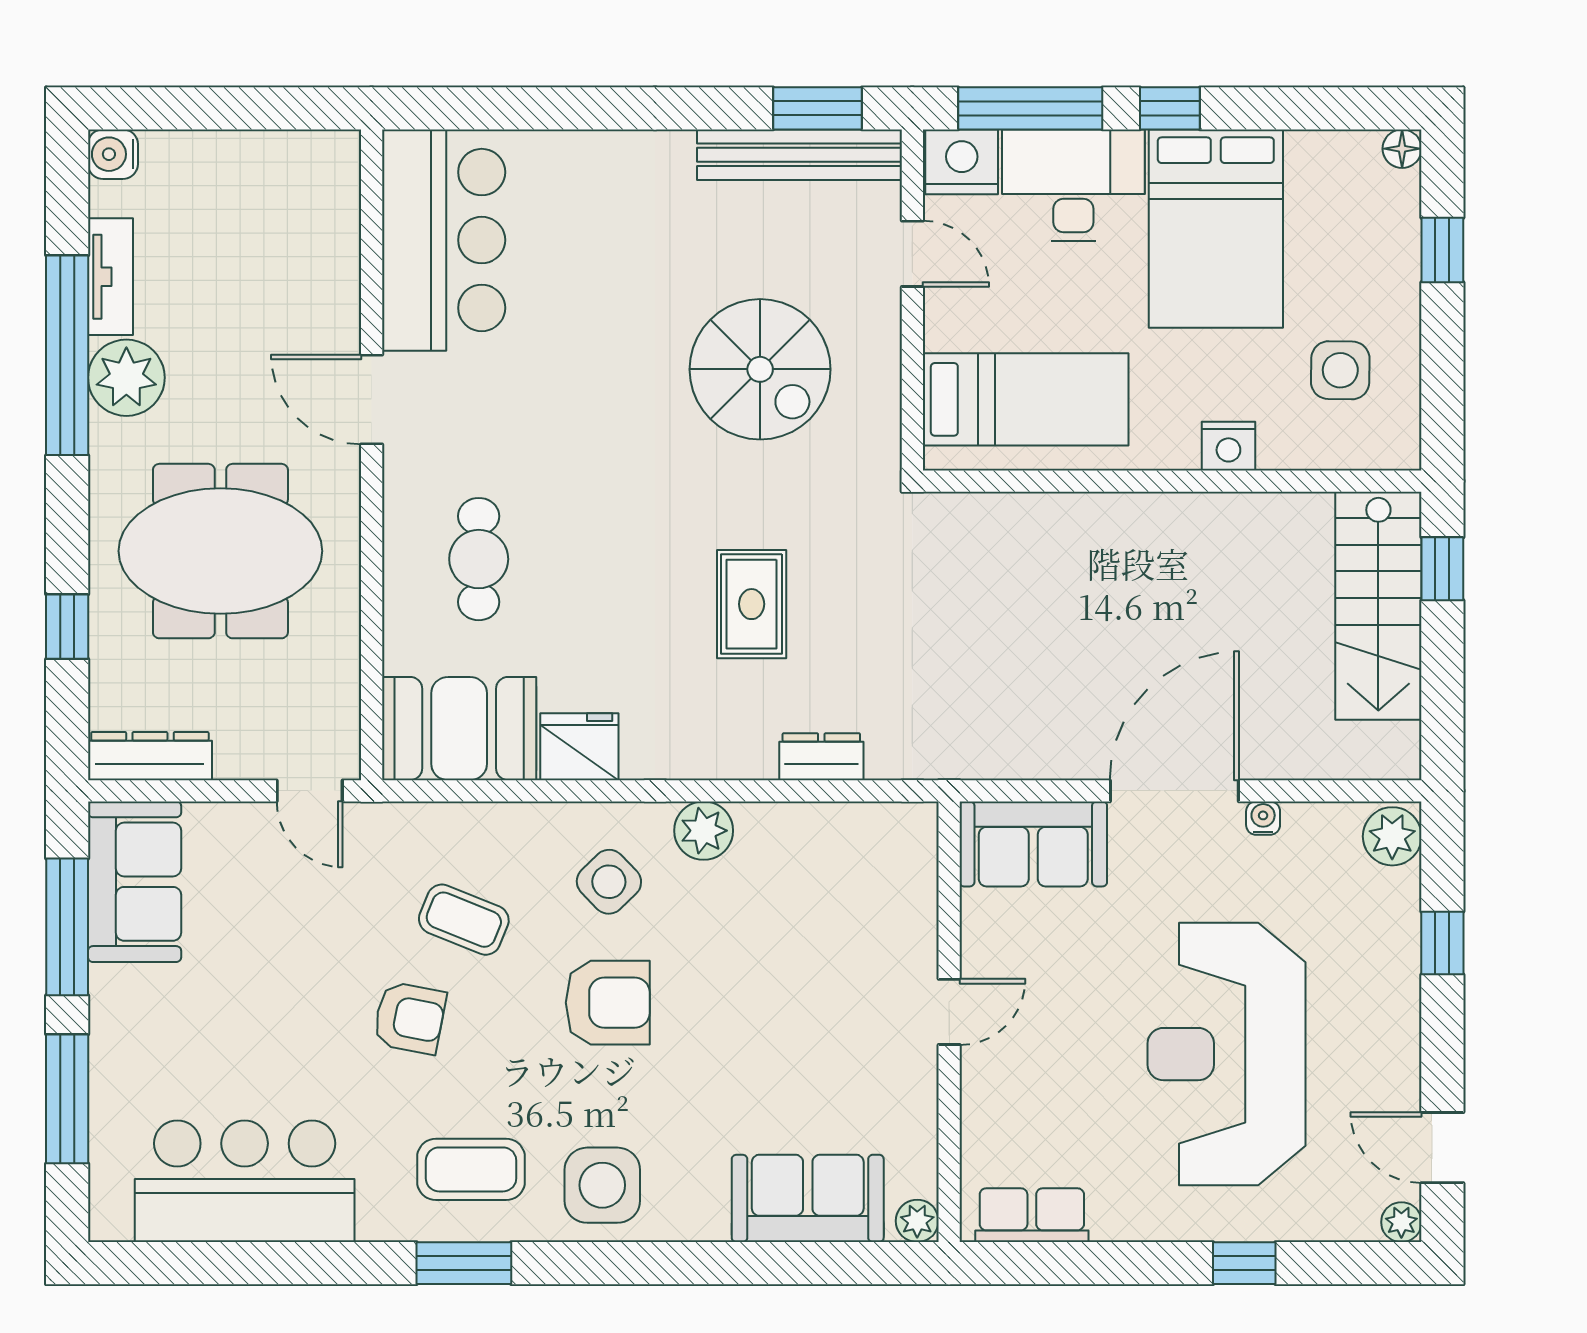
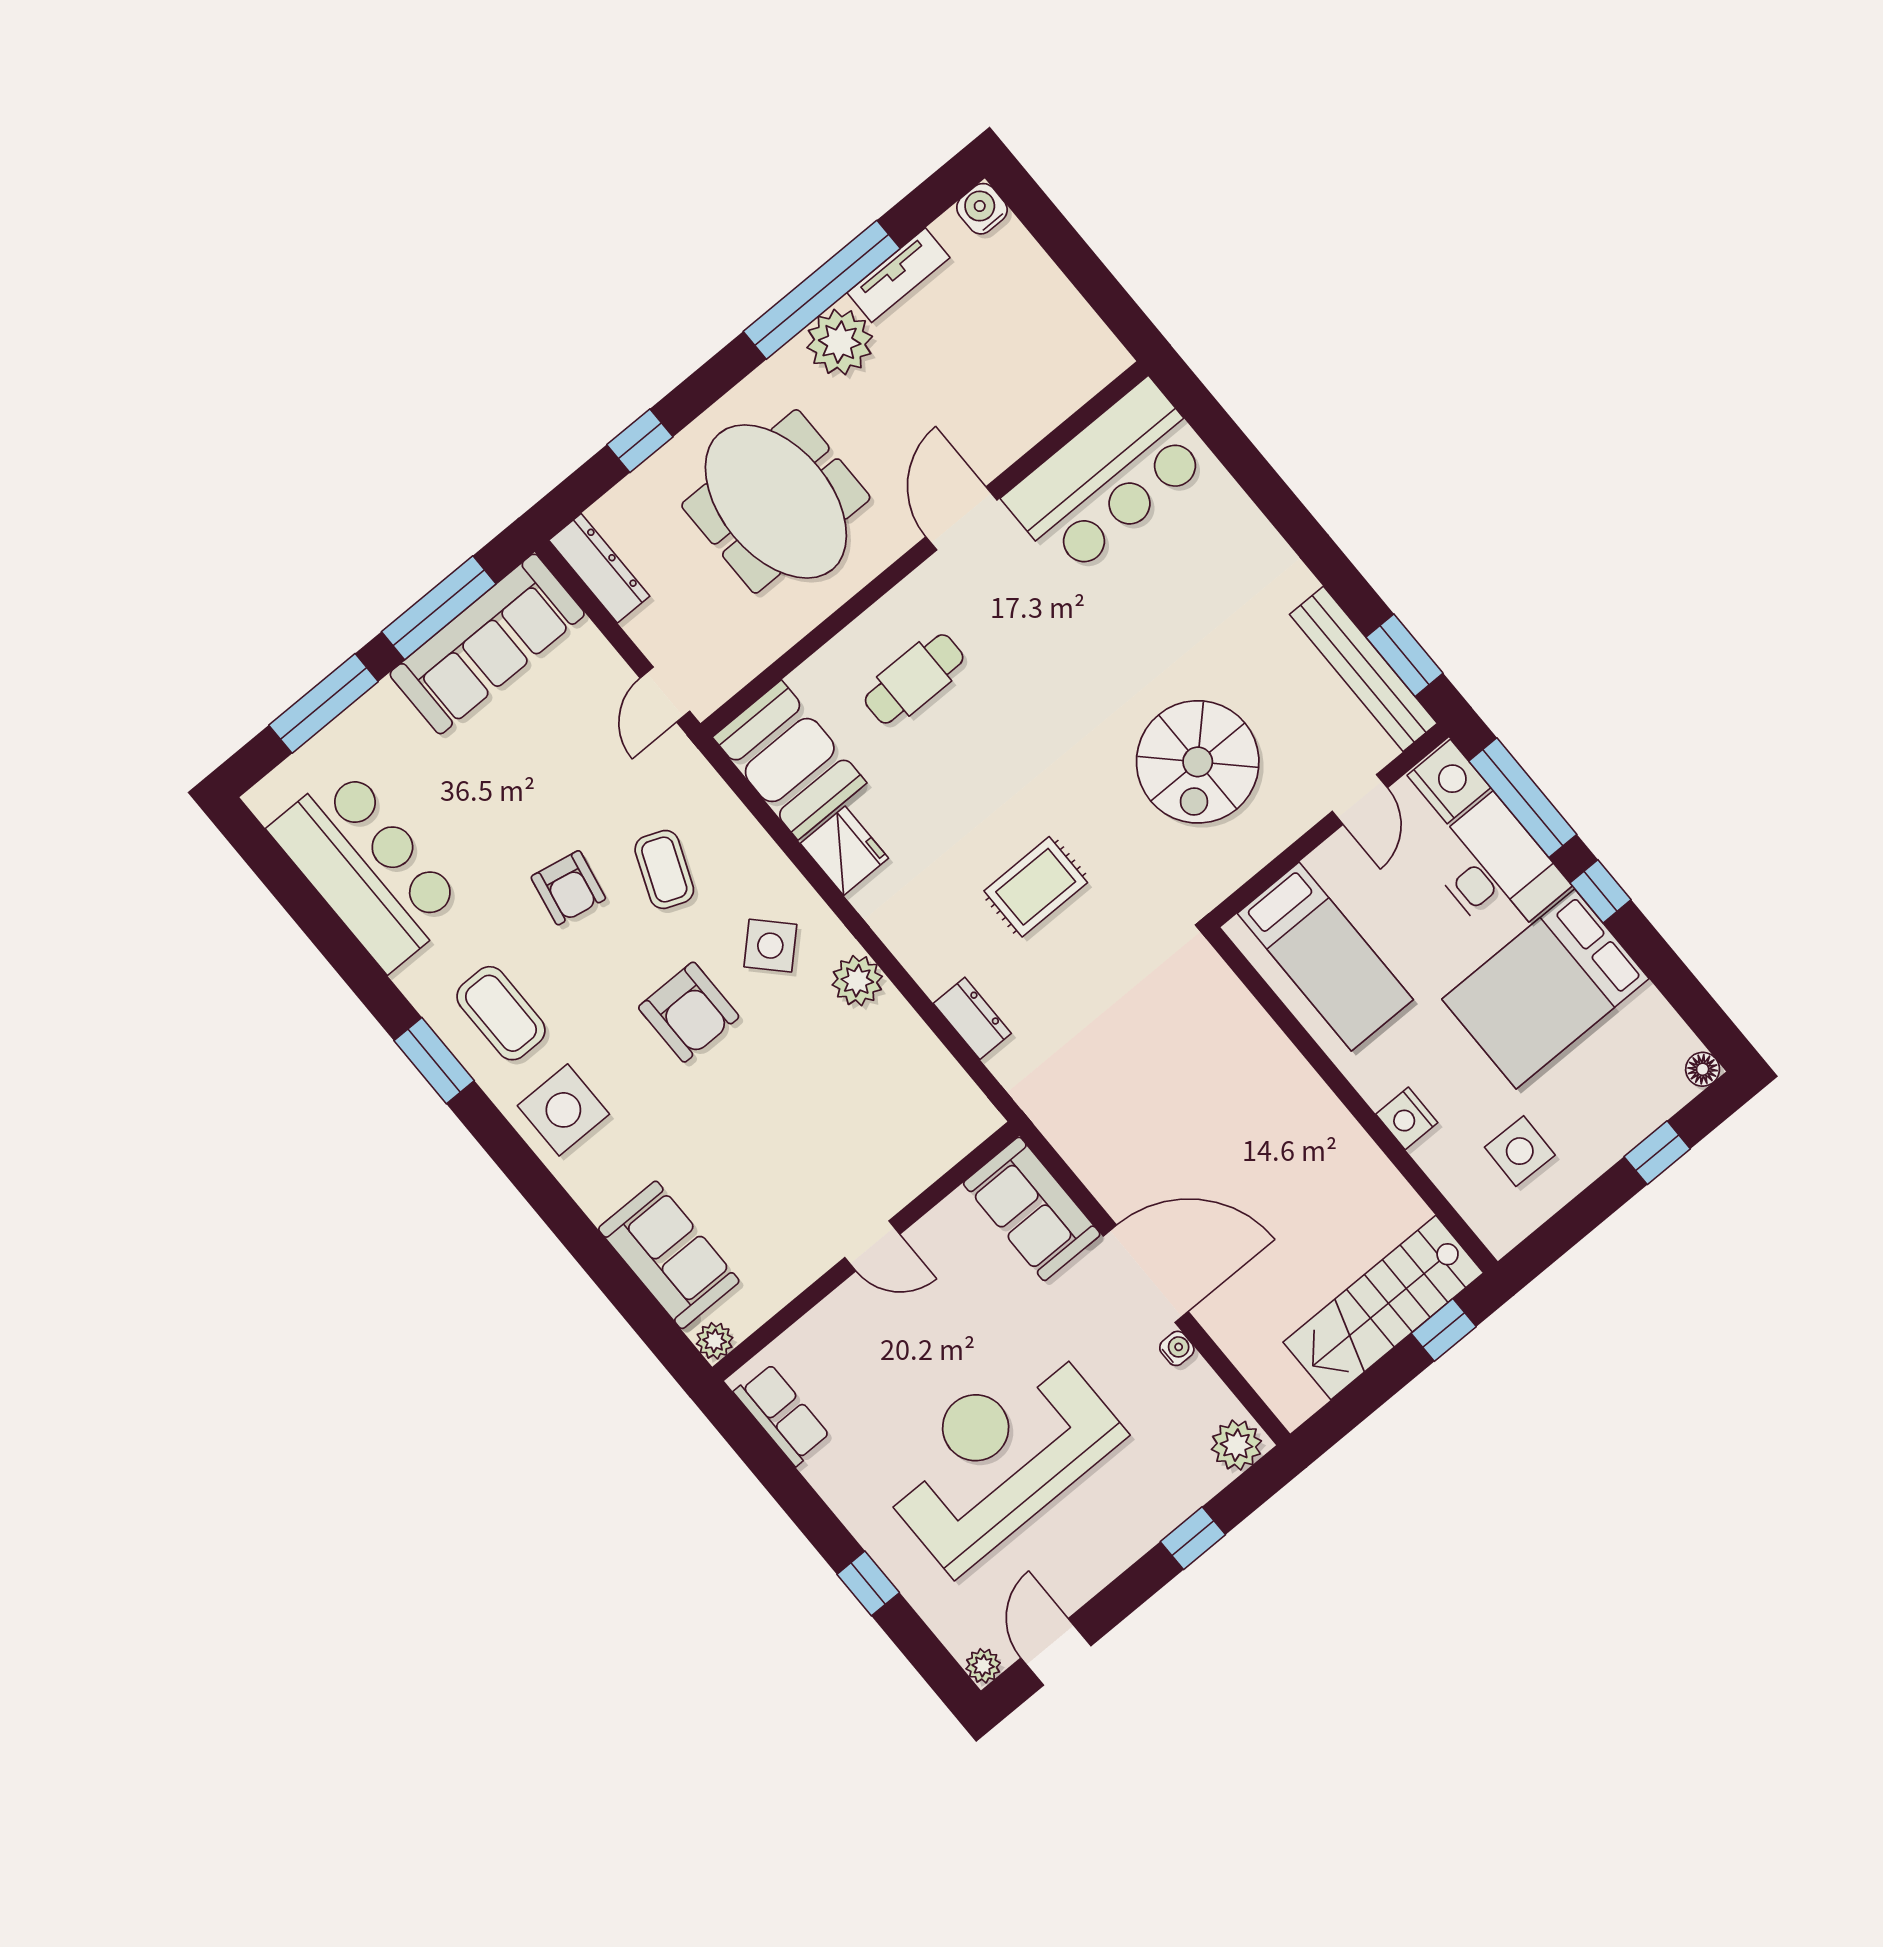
sofa: (135, 882) -> (487, 644), width x1.36

